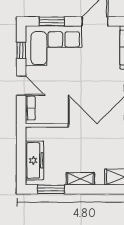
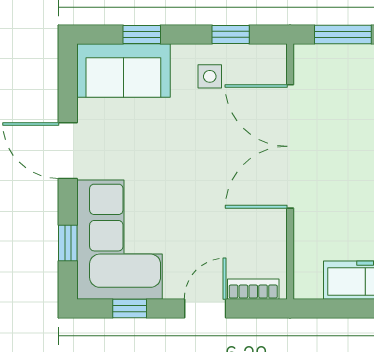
window: (52, 21) -> (68, 243), width x0.67

